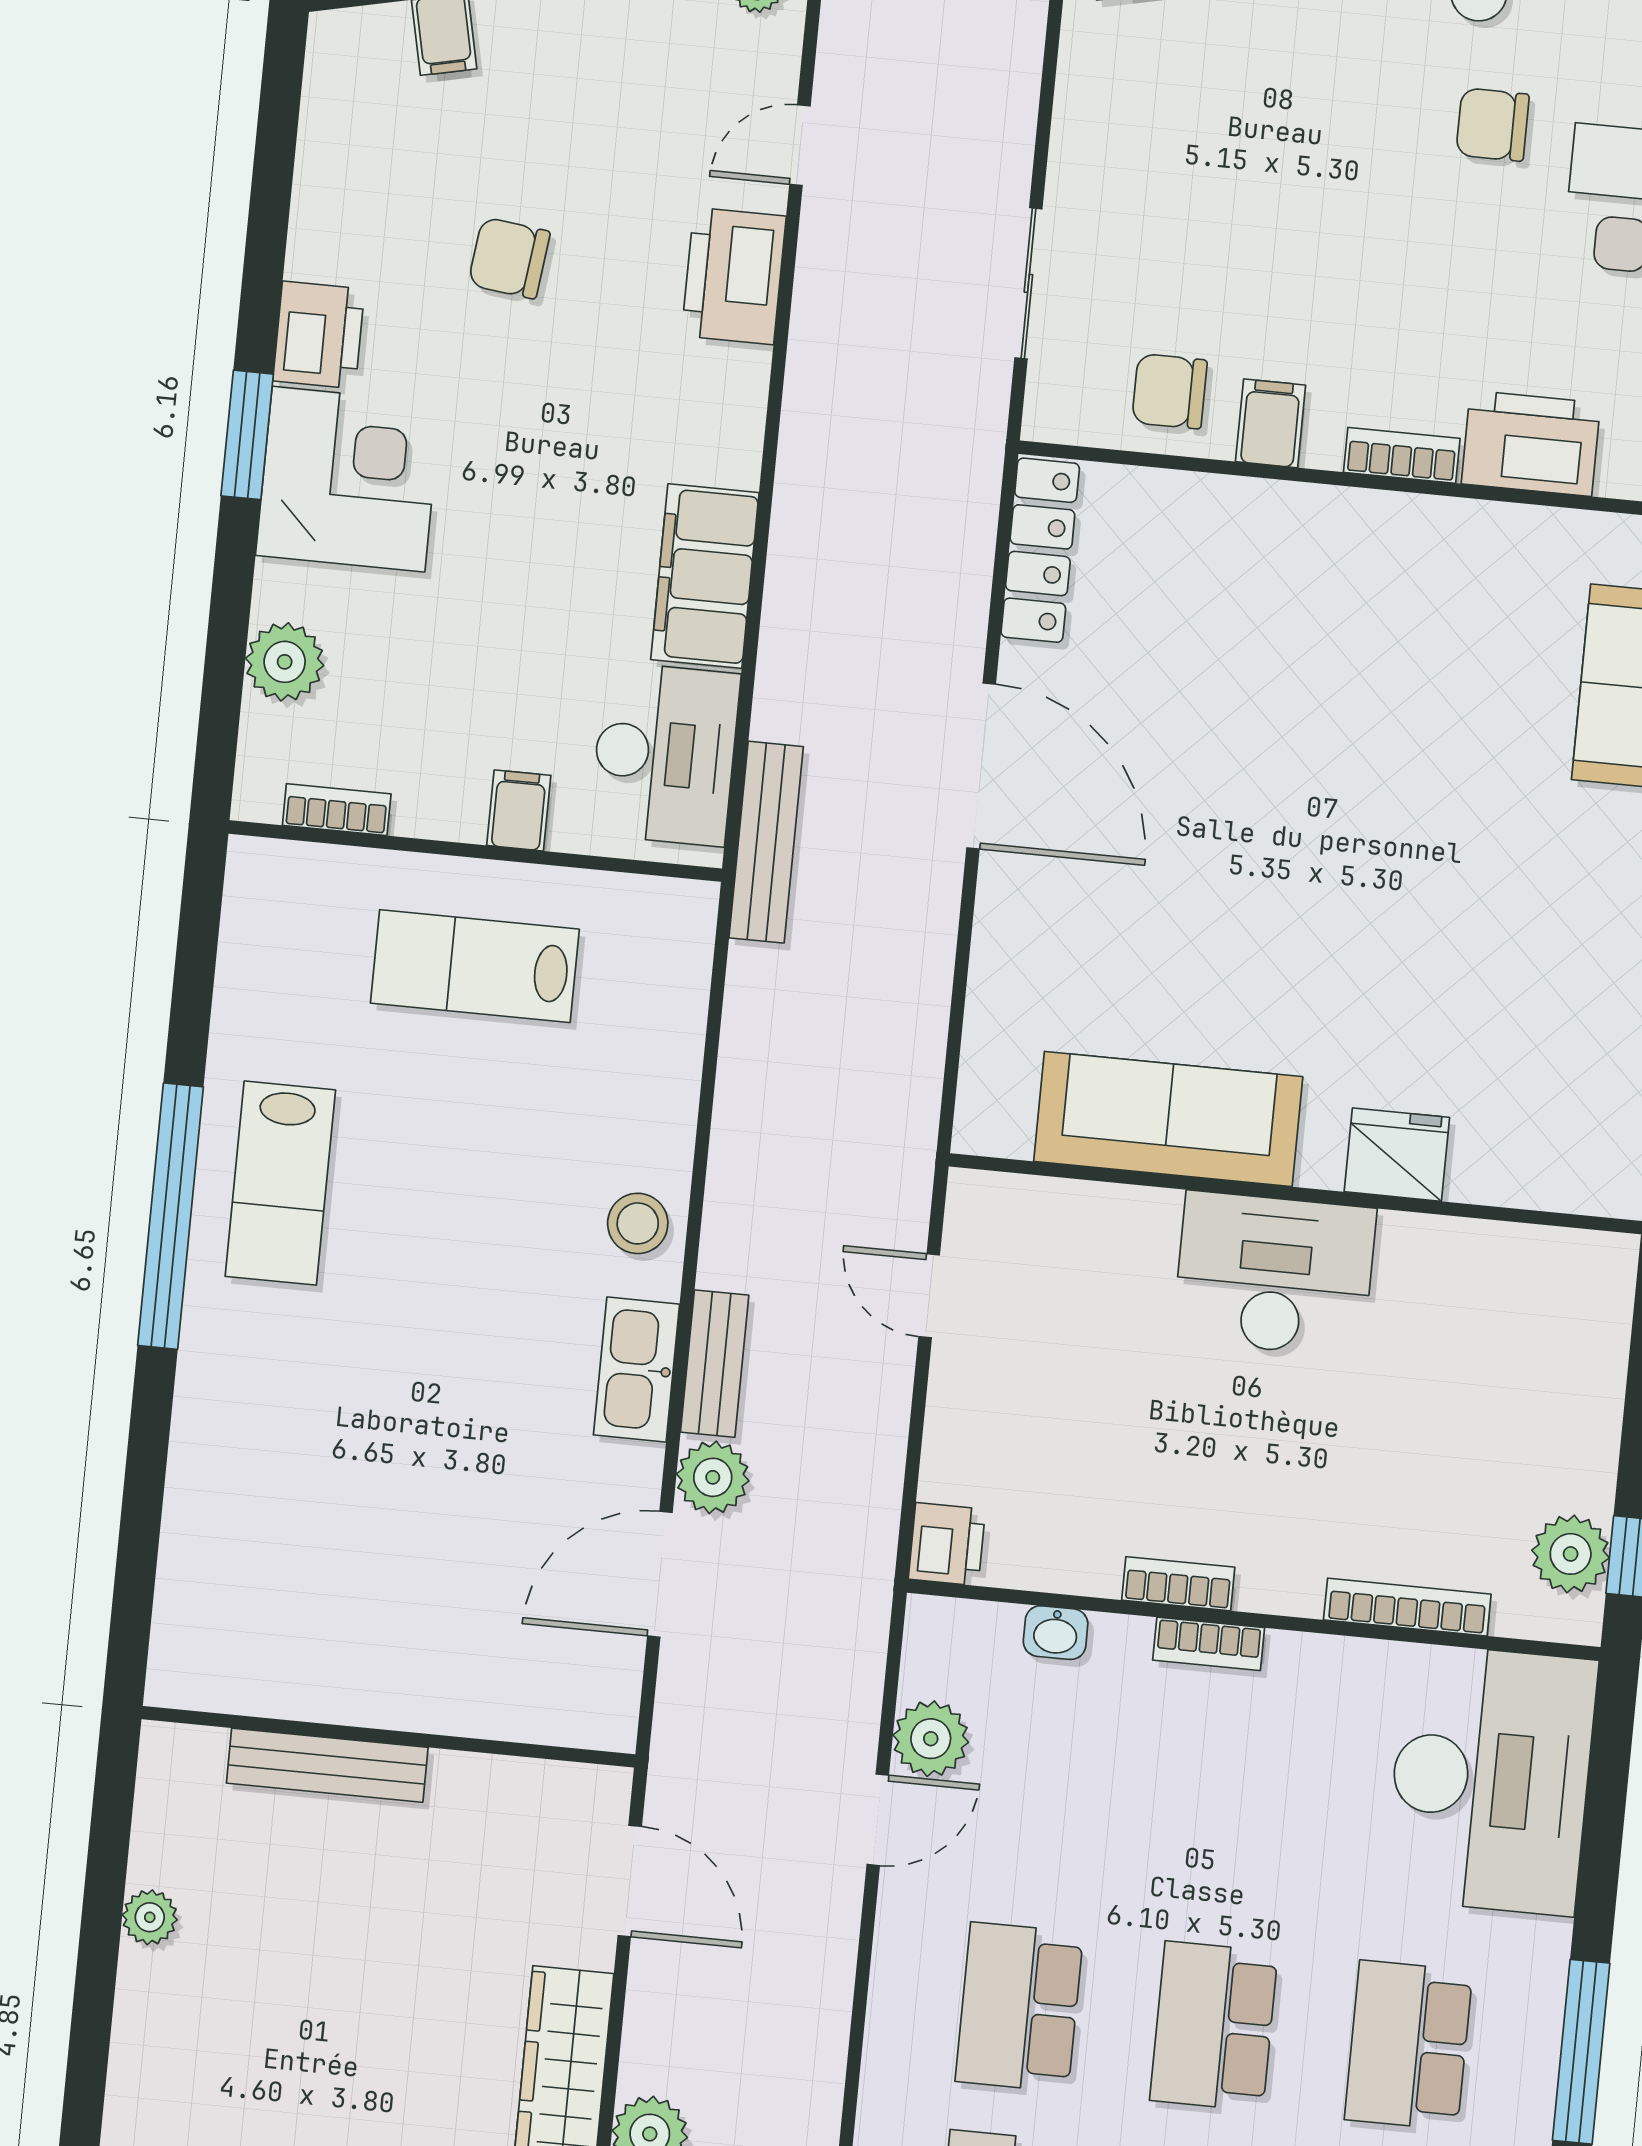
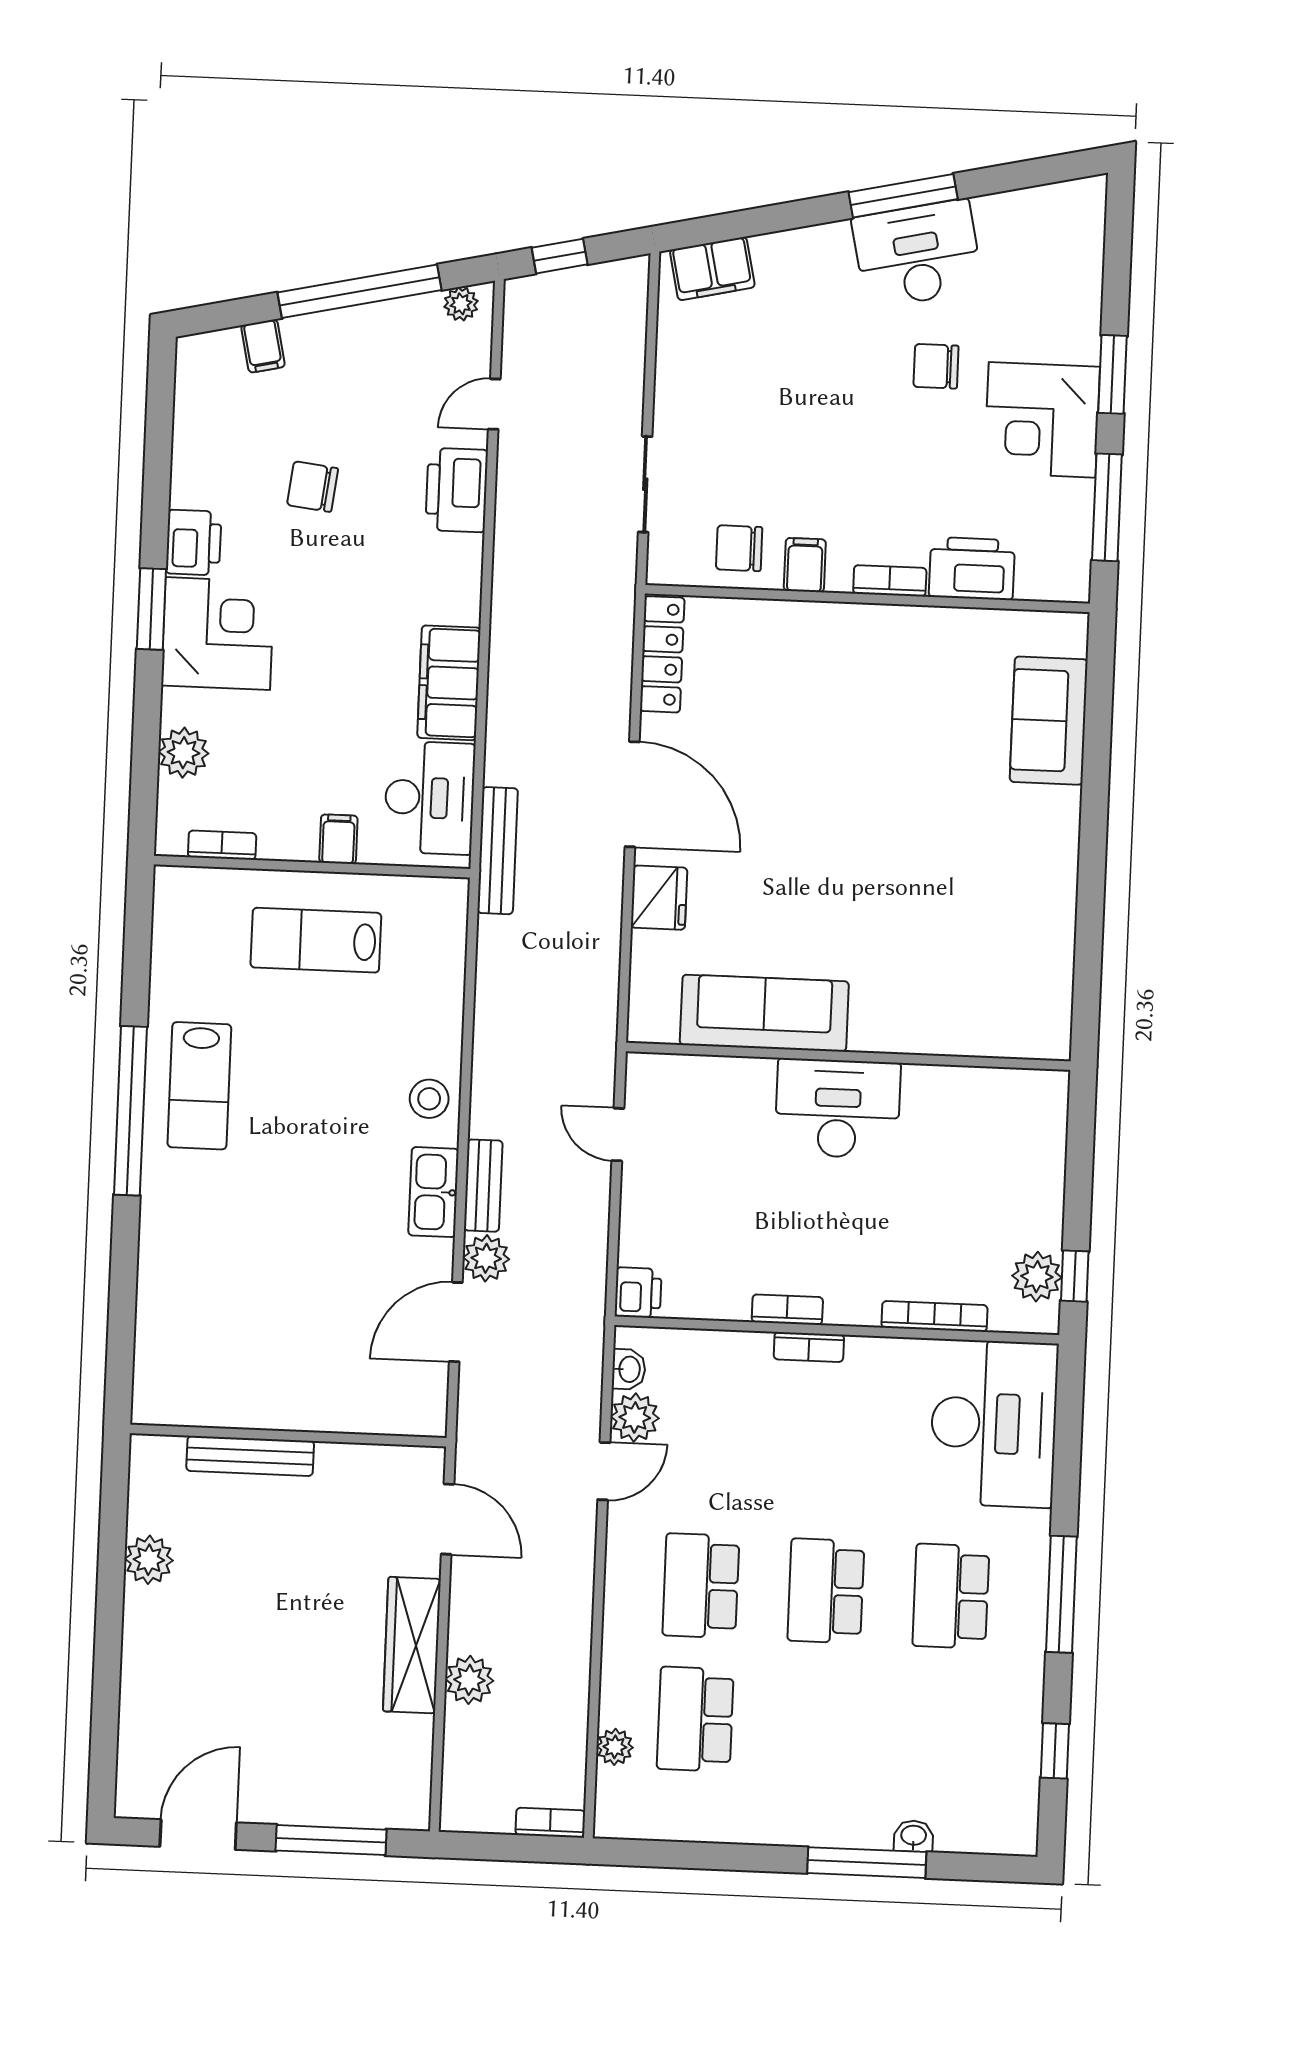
fridge: (1397, 1155) -> (659, 898), moved, turned 90
washbasin: (1056, 1633) -> (629, 1369), moved, turned -90
plant: (150, 1917) -> (149, 1560), width x1.38, depth x1.38

